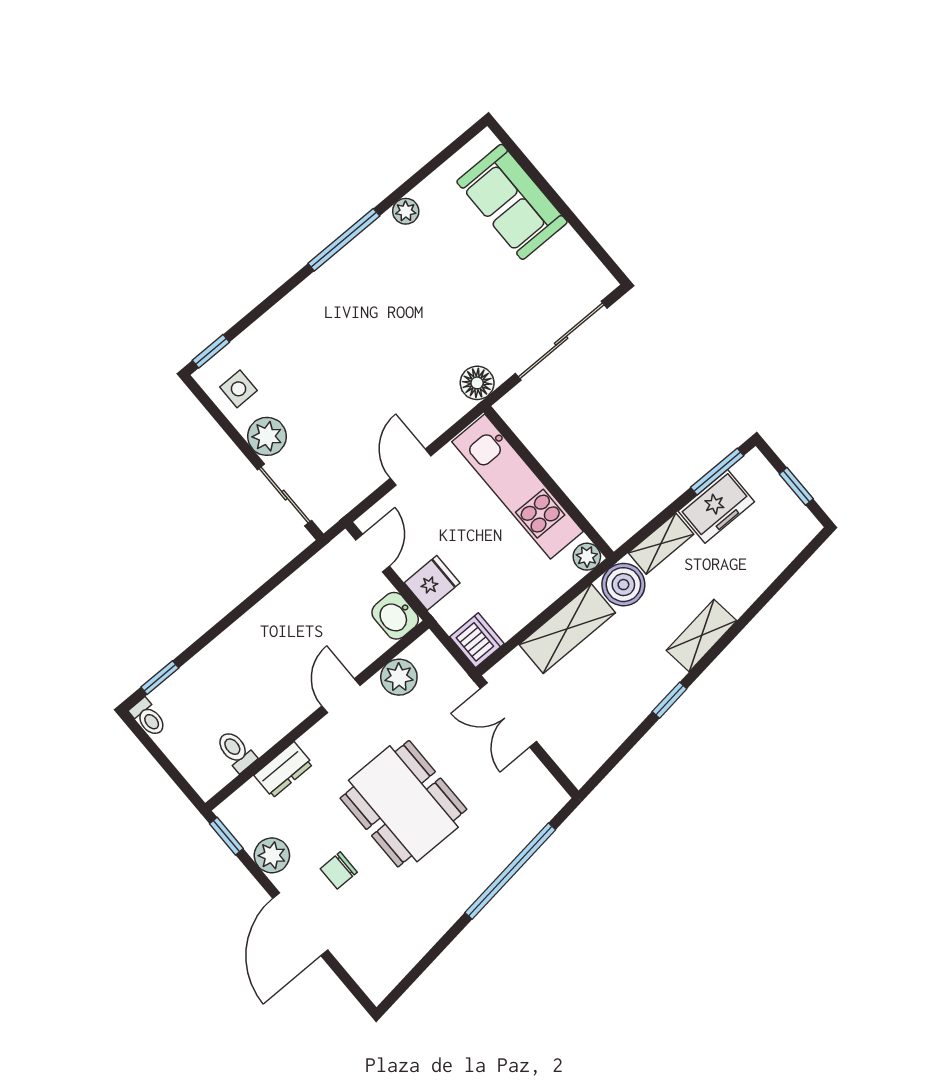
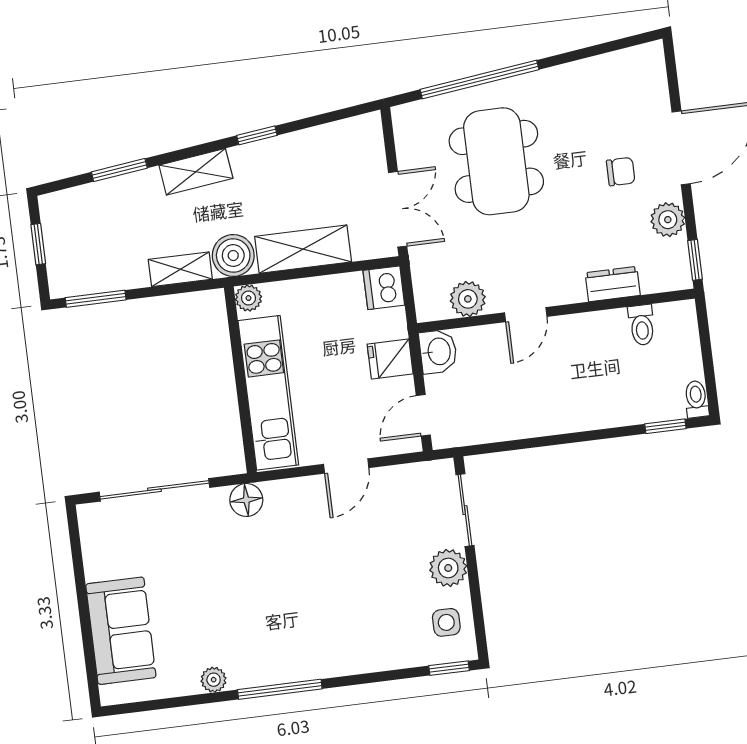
freezer: (716, 506) -> (115, 270), removed
window: (768, 595) -> (119, 170), added
dining table: (403, 804) -> (496, 161), moved

